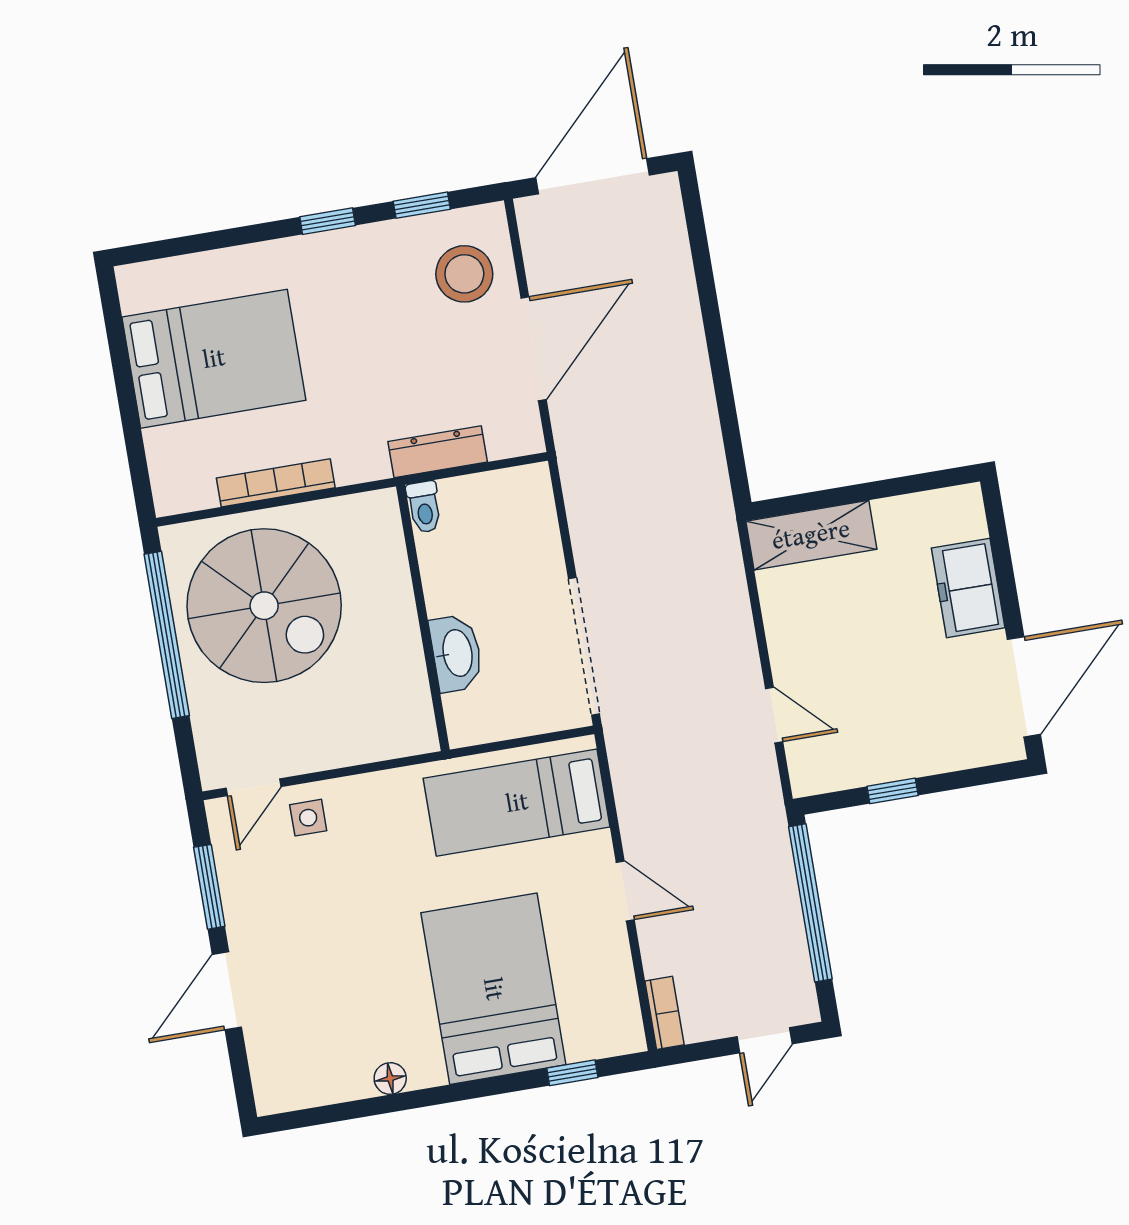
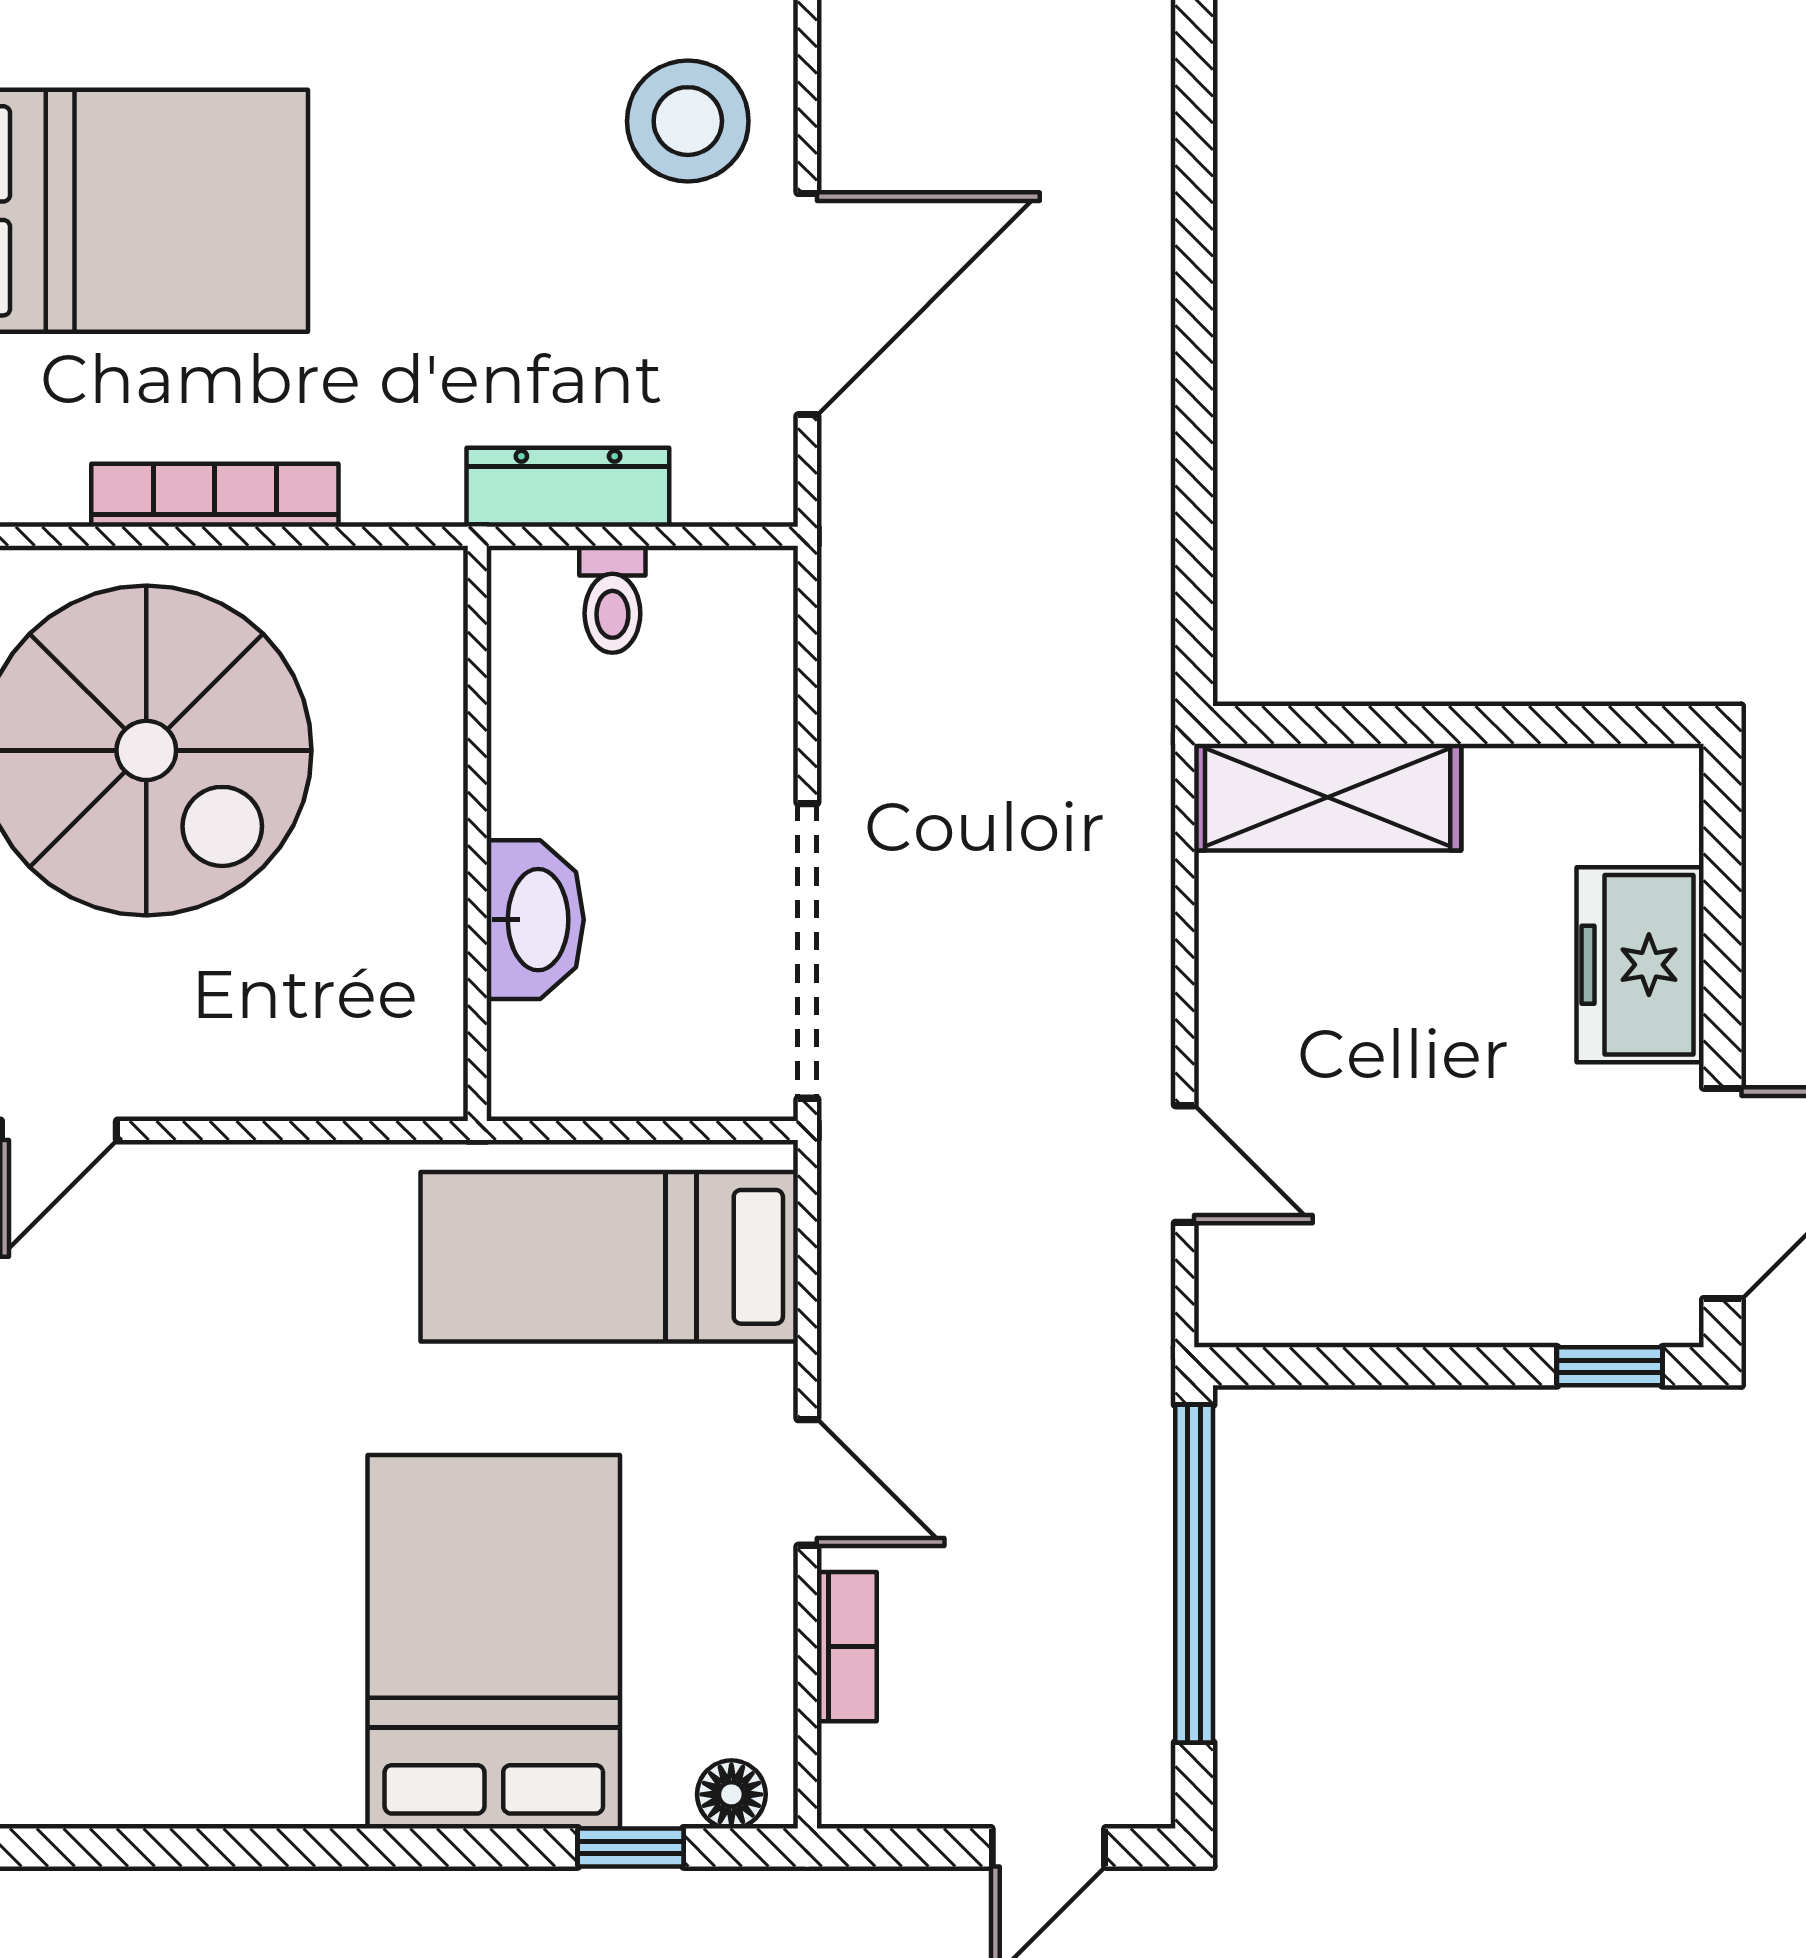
toilet: (424, 507) -> (612, 599), moved
window: (893, 791) -> (1610, 1366), moved
side table: (308, 818) -> (164, 1214), removed
bookcase: (664, 1013) -> (847, 1647), moved
floor lamp: (390, 1078) -> (731, 1794), moved

